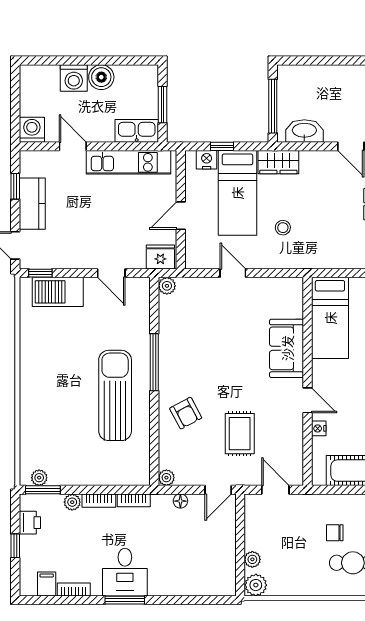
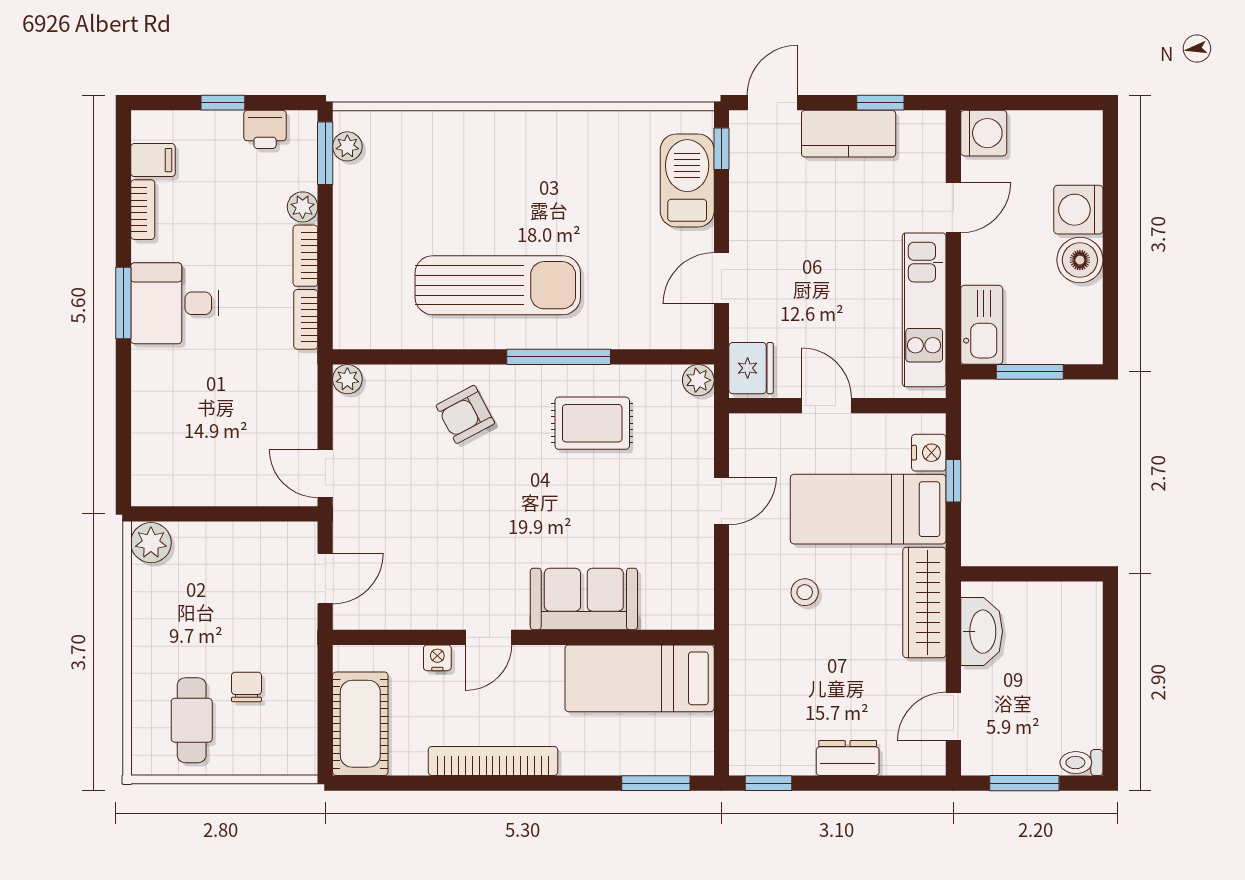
window: (273, 106) -> (1027, 574), removed
wardrobe: (278, 162) -> (924, 602), width x1.50
rug: (240, 434) -> (592, 423), moved
floor lamp: (180, 501) -> (305, 405), removed
plant: (252, 559) -> (198, 536), removed

